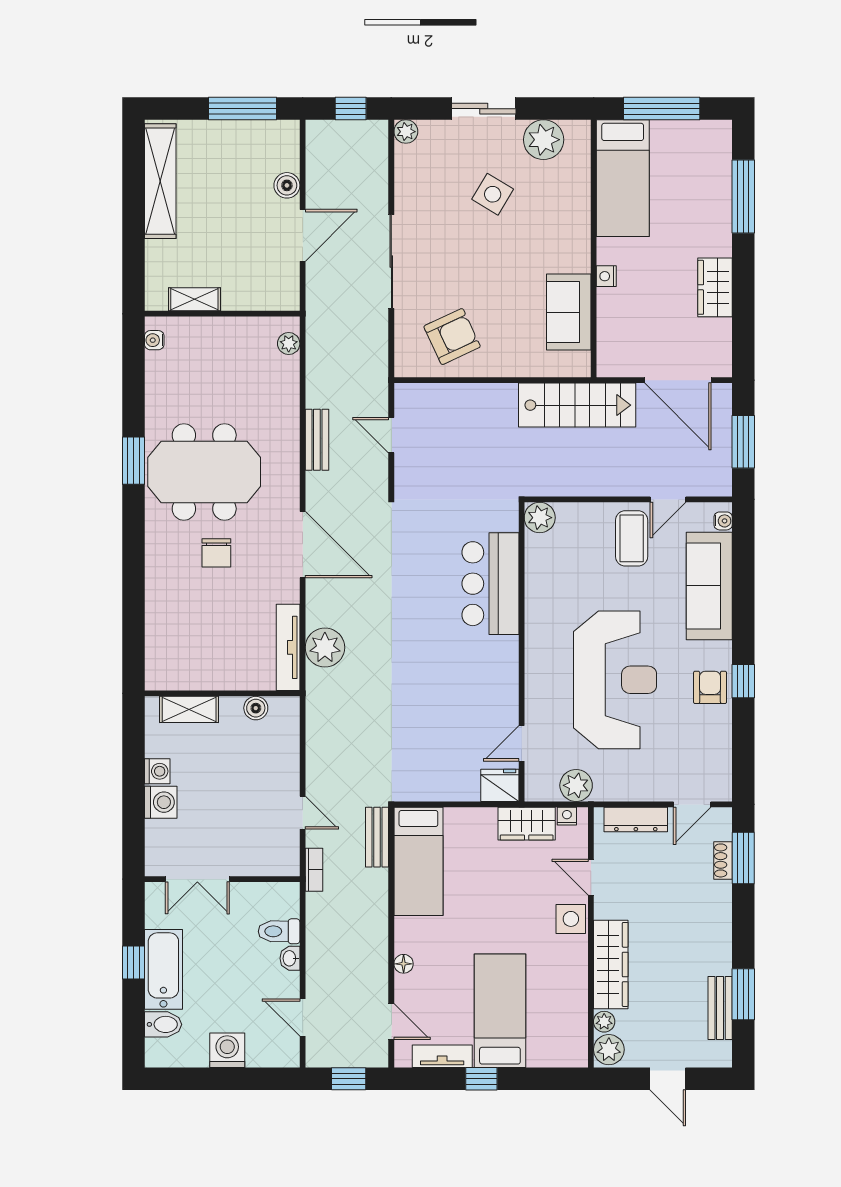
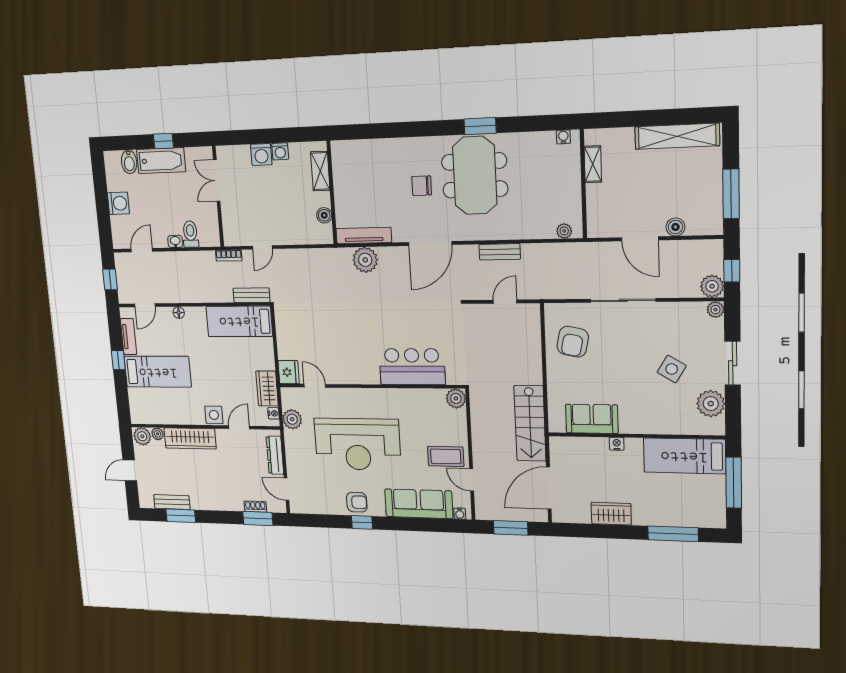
plant: (372, 136) -> (712, 286), added
armchair: (452, 337) -> (573, 342), turned 37

